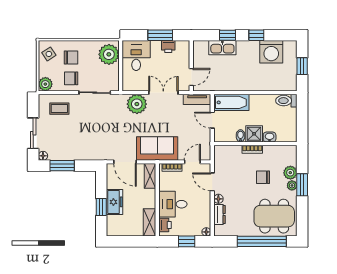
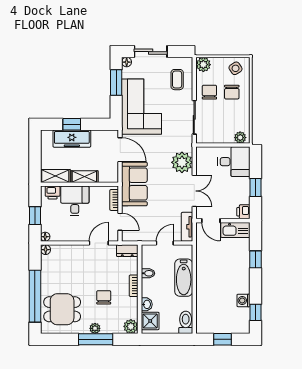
window: (160, 35) -> (256, 187), width x0.67
window: (256, 35) -> (256, 312), moved
printer: (168, 47) -> (243, 212), moved
kitchen sink: (222, 48) -> (235, 230), moved, turned -90
washing machine: (271, 52) -> (244, 300), width x0.53, depth x0.53
plant: (109, 54) -> (240, 138), width x0.53, depth x0.53
bathtub: (231, 102) -> (184, 278), moved
shower: (254, 134) -> (150, 321), moved
corner sofa: (85, 142) -> (142, 107), added
door: (125, 162) -> (120, 150), swing flipped
plant: (290, 173) -> (131, 326), moved
shelving: (150, 176) -> (84, 177), moved
window: (302, 185) -> (96, 339), width x1.44
floor lamp: (218, 199) -> (46, 250), moved
freezer: (115, 202) -> (72, 139), width x1.40
dresser: (219, 215) -> (127, 251), moved
dining table: (274, 216) -> (62, 309), width x0.73

